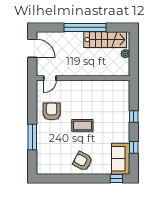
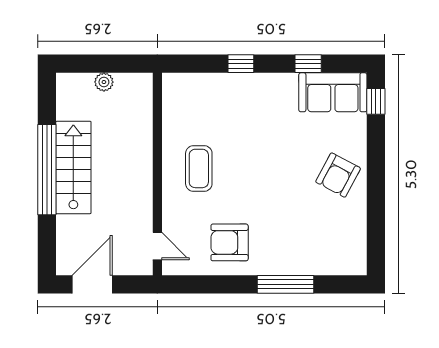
stairs: (105, 40) -> (73, 167), moved
coffee table: (82, 125) -> (199, 168), moved

